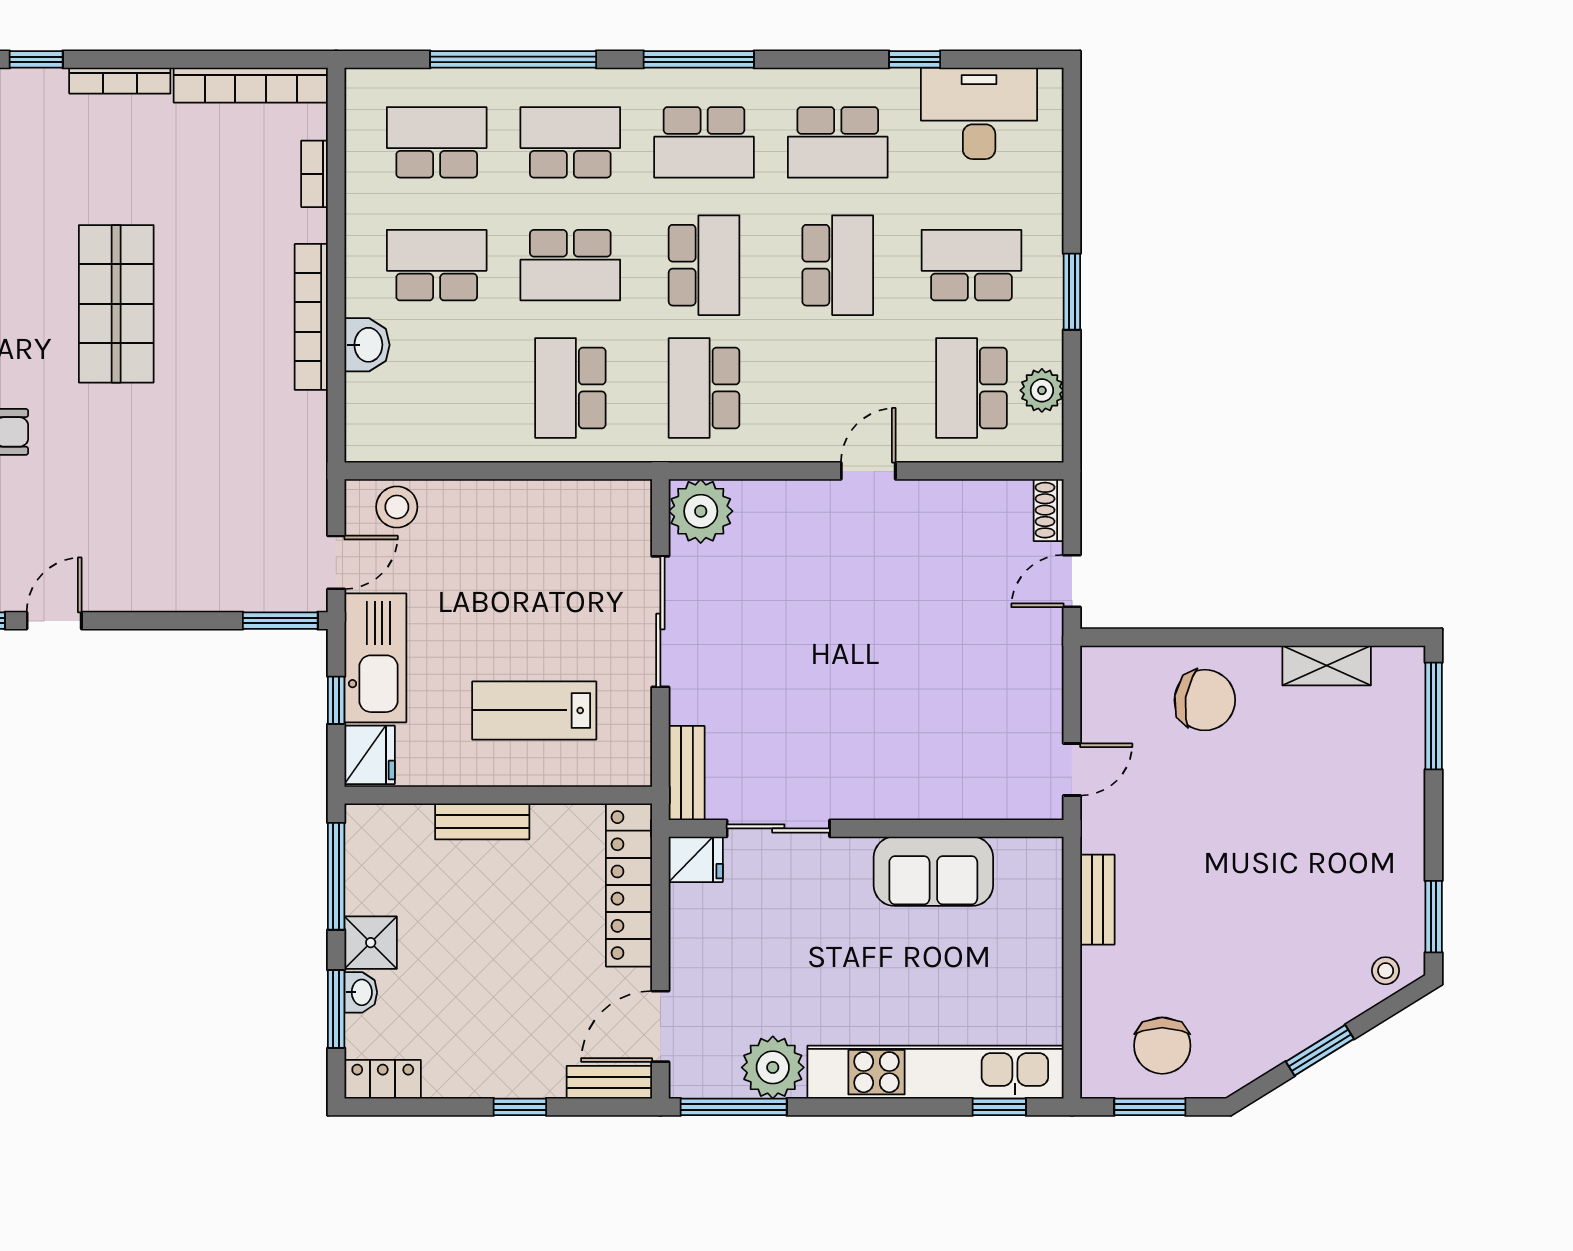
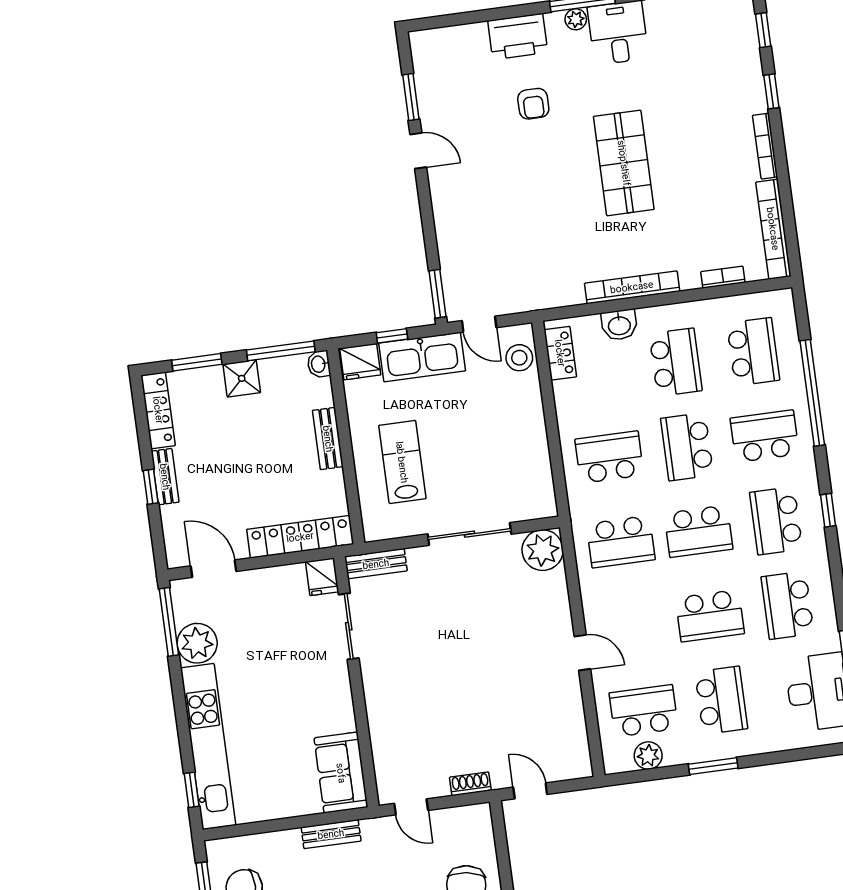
window: (699, 59) -> (828, 510), width x0.46
school desk: (570, 142) -> (765, 436), turned -90
shop shelf: (116, 304) -> (624, 163), turned 90
school desk: (704, 388) -> (621, 542), turned 180
locker: (399, 442) -> (560, 353), added
shoe rack: (1049, 510) -> (470, 784), moved
sofa: (933, 871) -> (341, 773), moved
washbasin: (361, 992) -> (319, 364), moved, turned 90
locker: (383, 1079) -> (158, 410), width x1.53
bench: (609, 1082) -> (165, 477), moved

